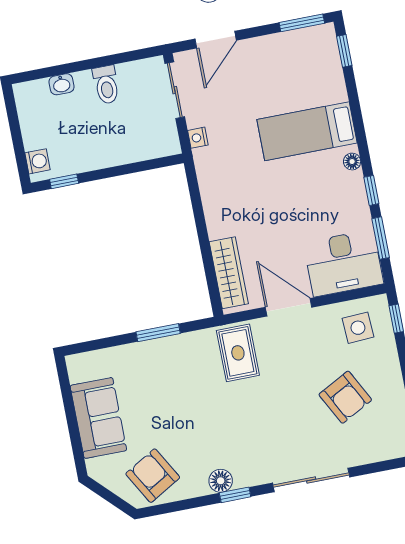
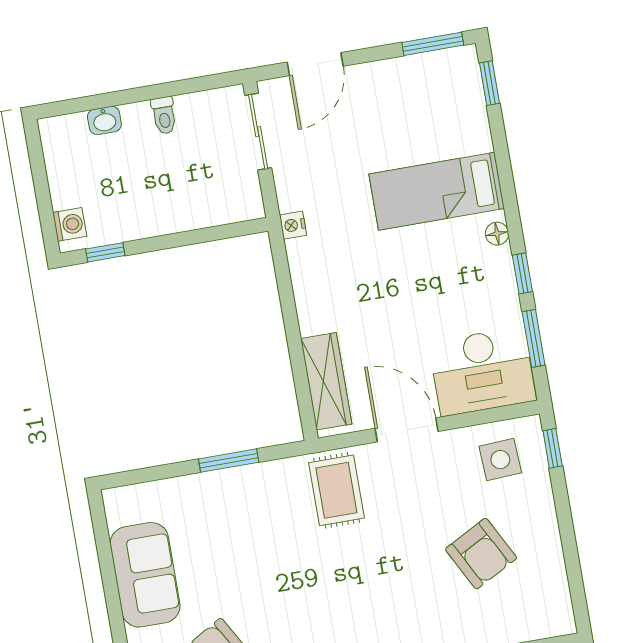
toilet: (106, 85) -> (164, 115), width x0.73, depth x0.72
nightstand: (198, 138) -> (293, 225), moved

